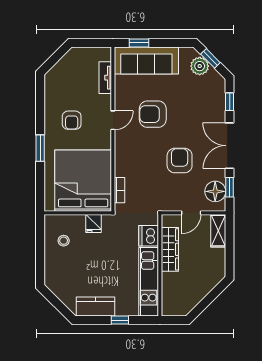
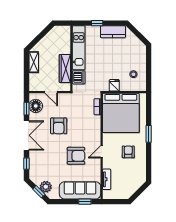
door: (191, 213) -> (51, 92), swing flipped
shelving: (218, 231) -> (34, 62), moved

